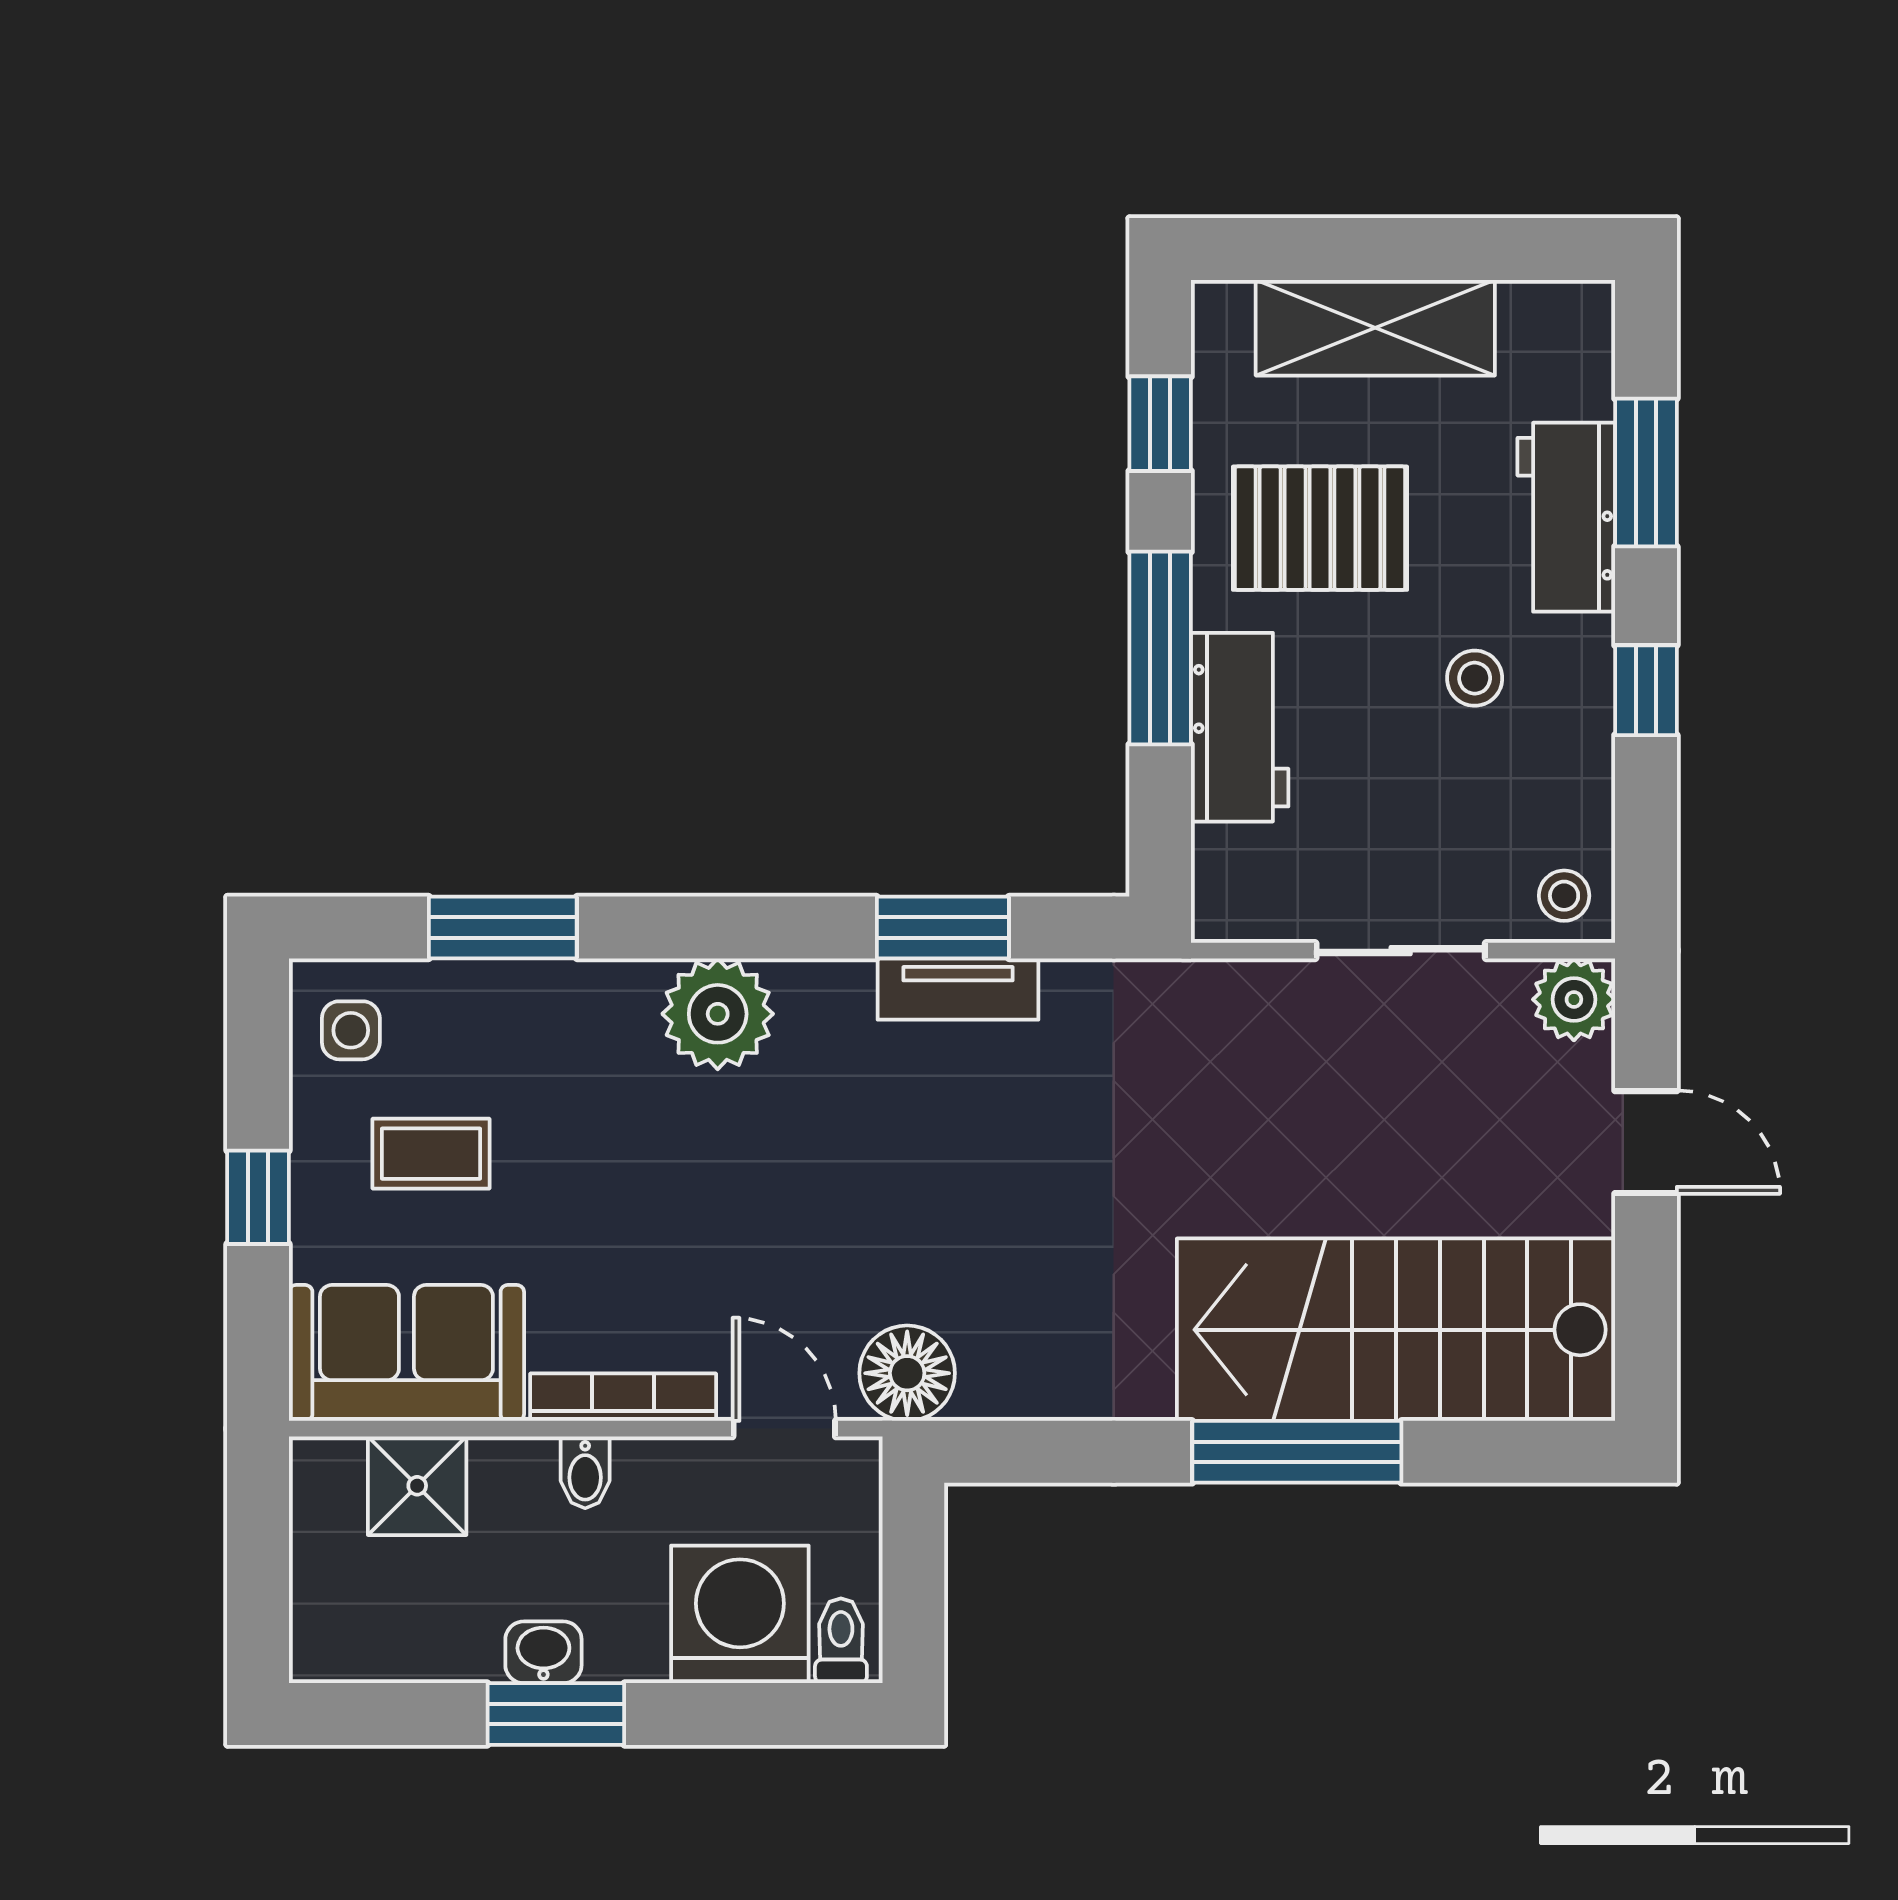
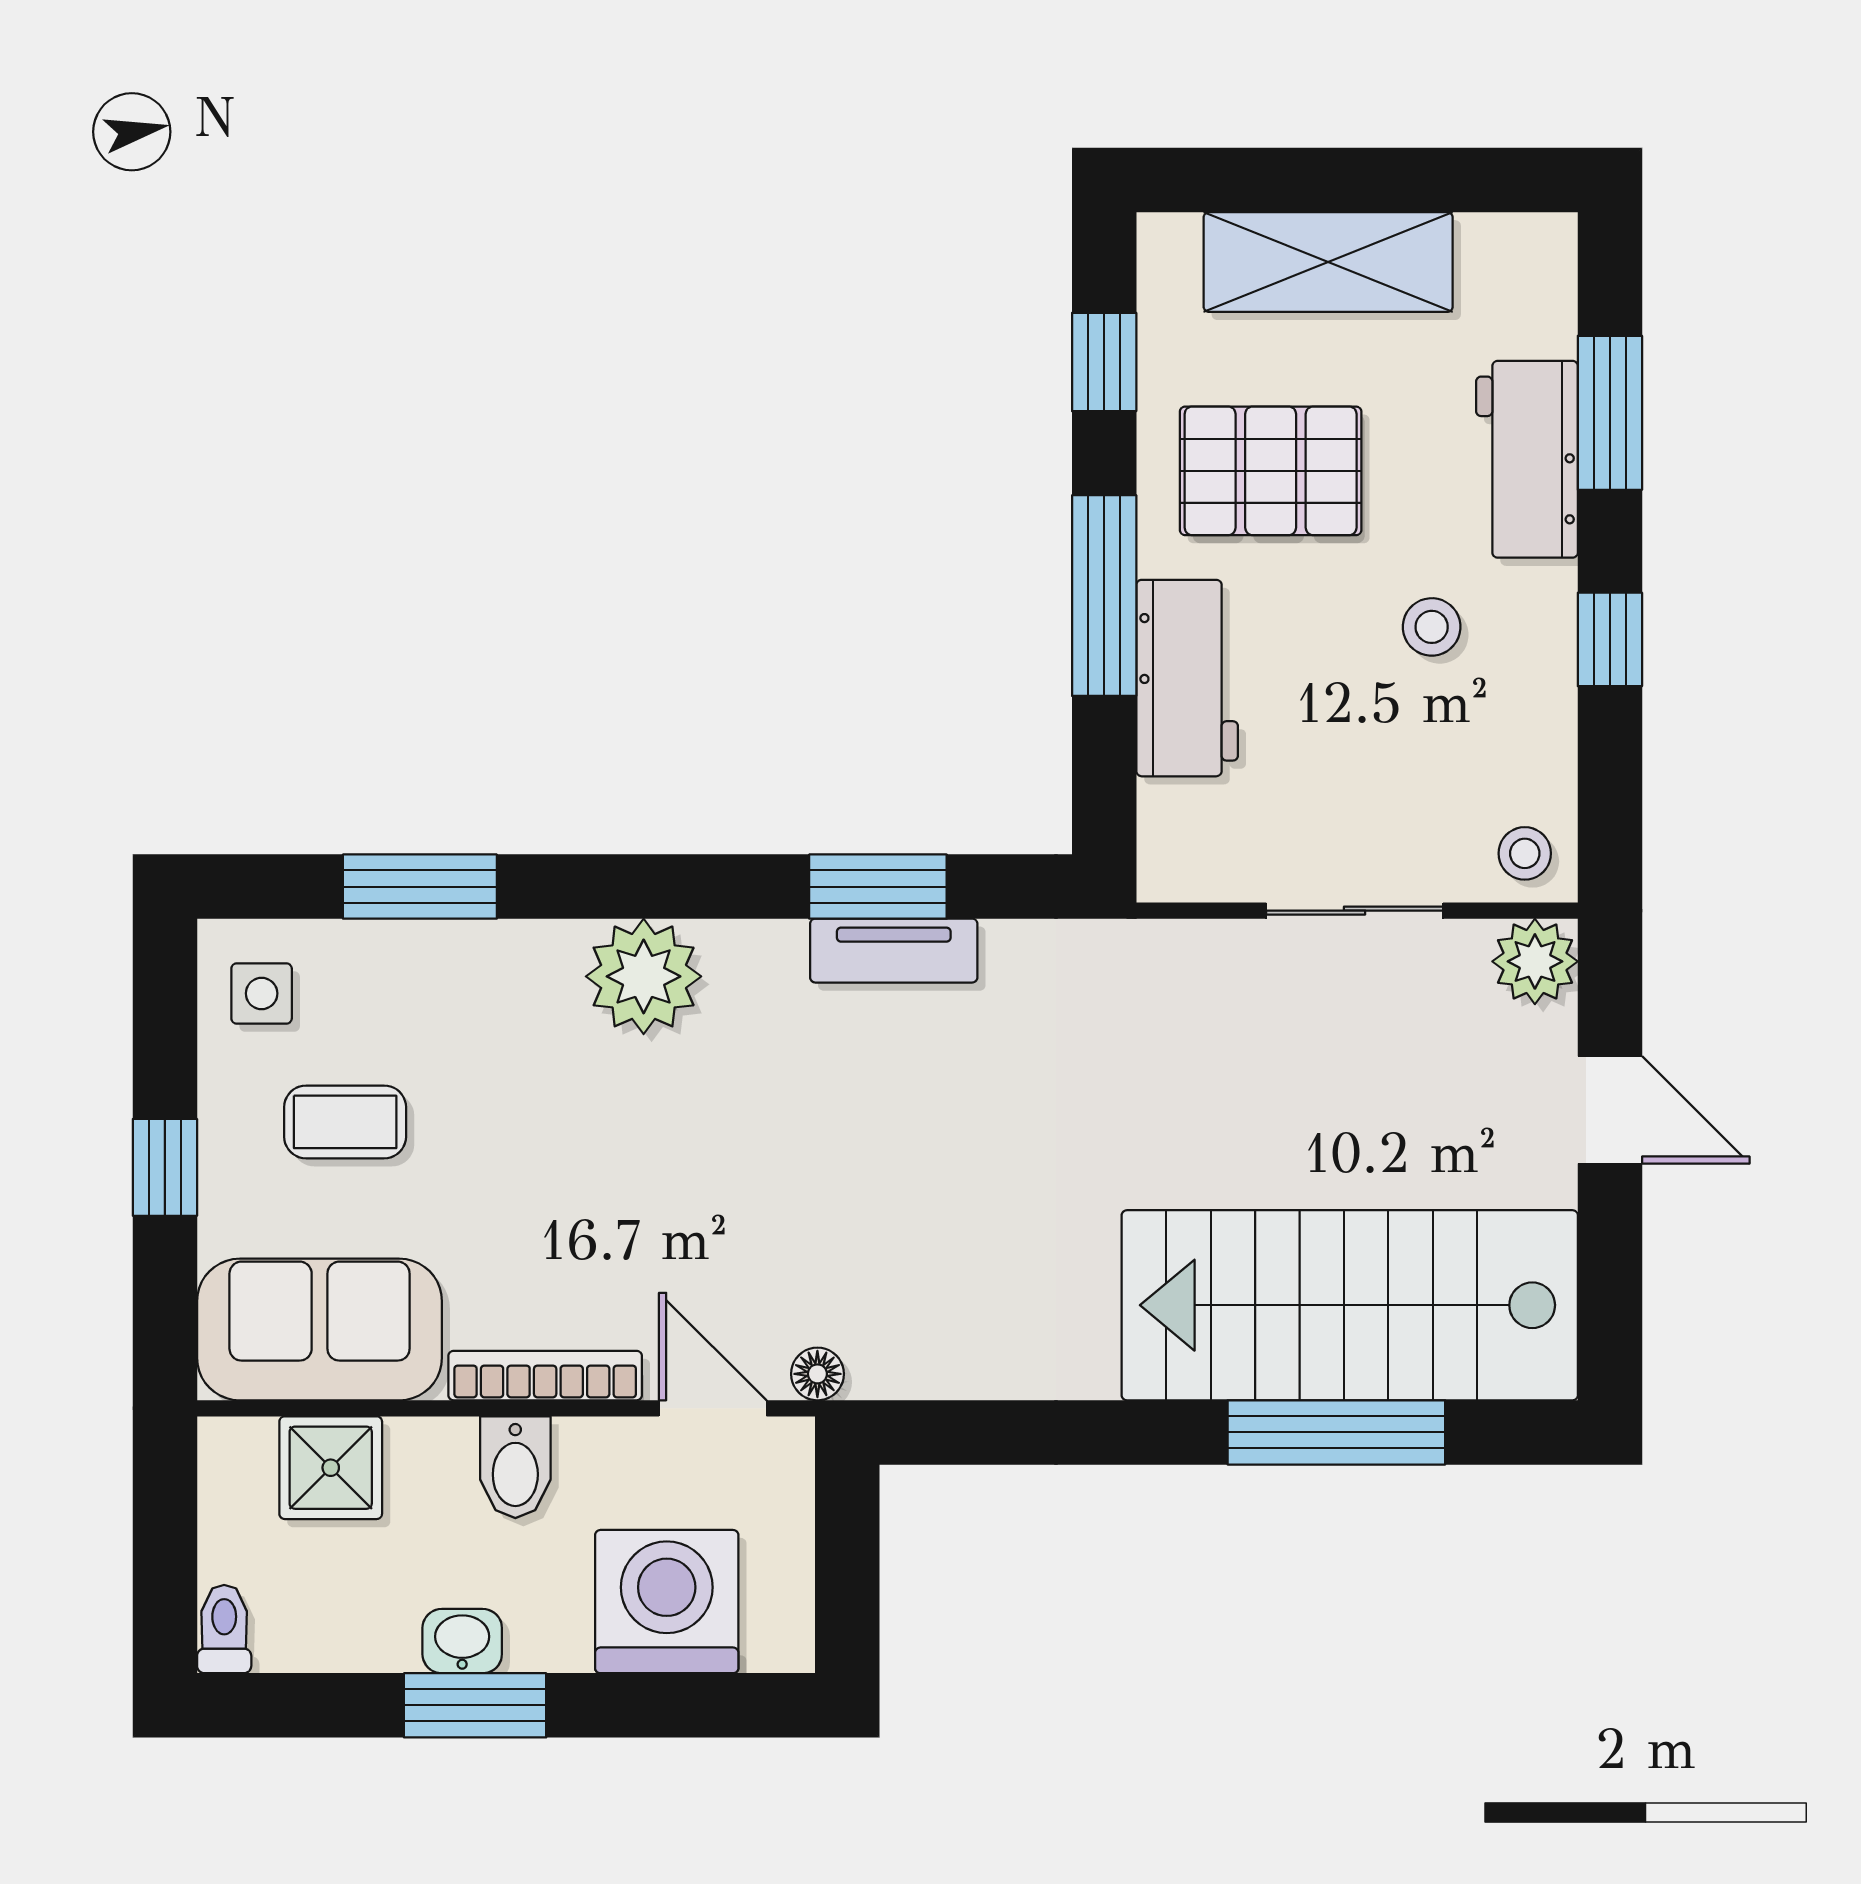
floor lamp: (907, 1373) -> (817, 1374), width x0.53, depth x0.53
window: (1297, 1452) -> (1336, 1432), moved
bidet: (585, 1472) -> (515, 1467), width x1.38, depth x1.36
toilet: (841, 1641) -> (224, 1629), moved

